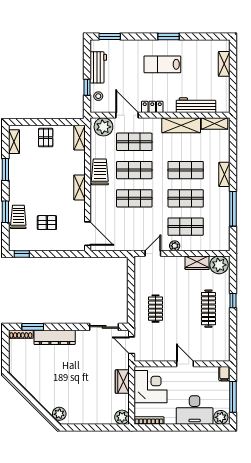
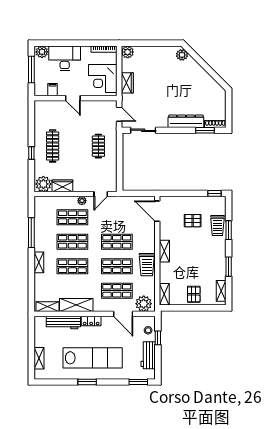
lab bench: (162, 64) -> (93, 358), width x1.86, depth x1.39
locker: (152, 107) -> (91, 321), moved
filing cabinet: (224, 374) -> (53, 90), moved

